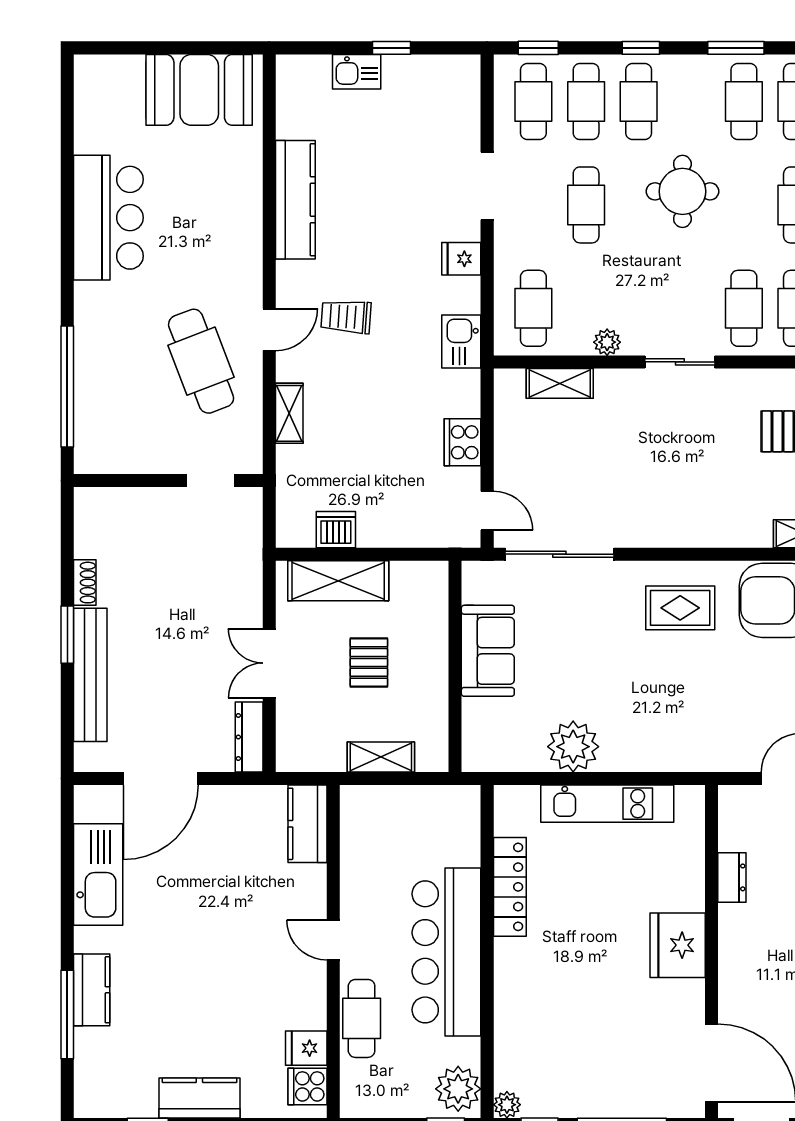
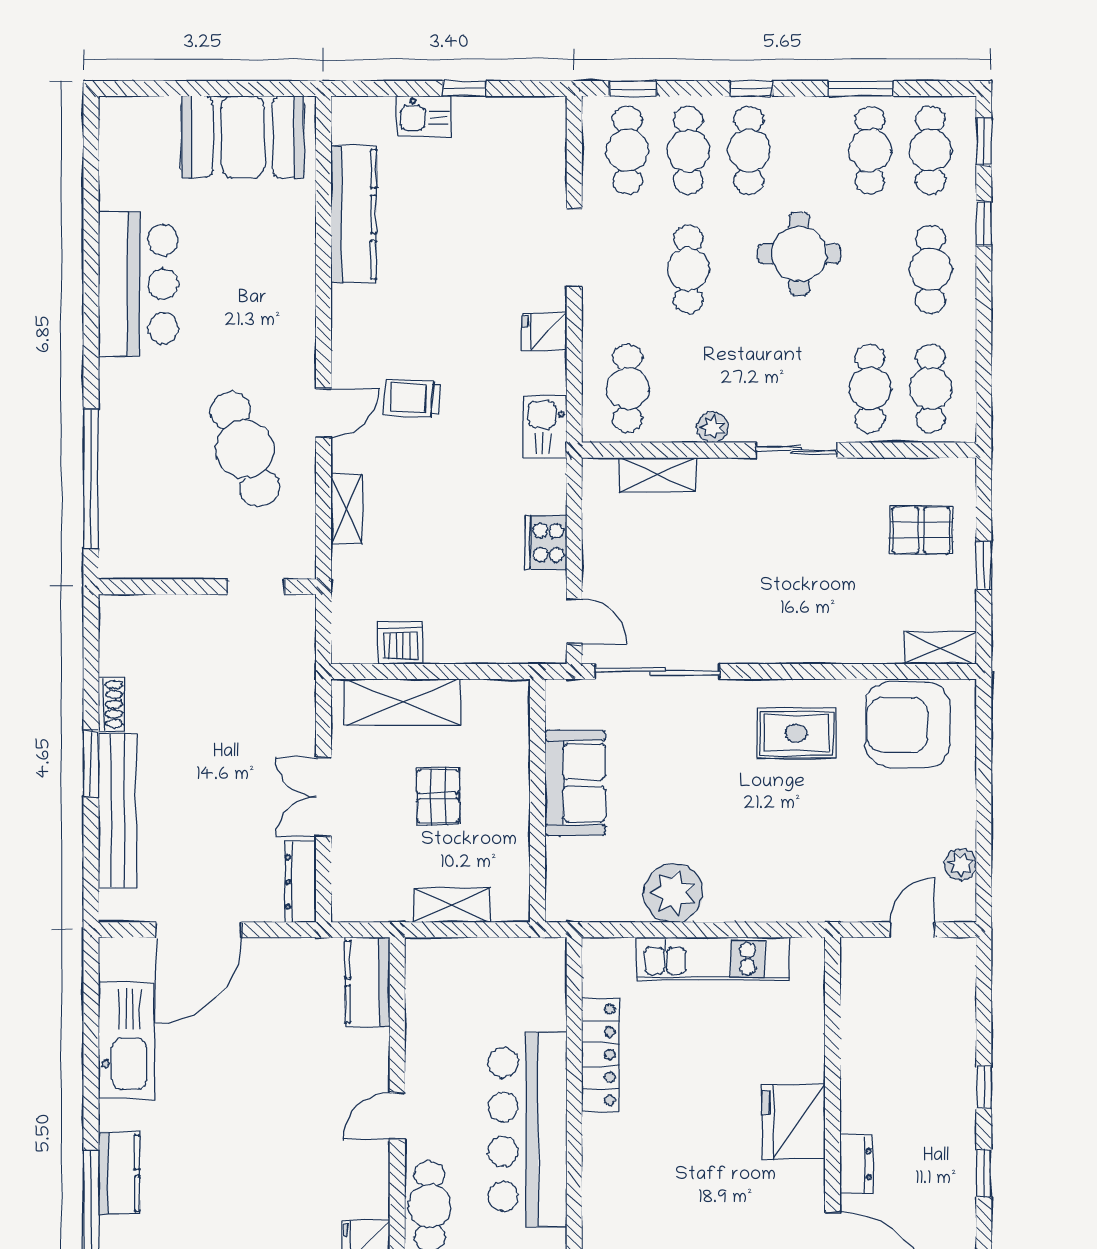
kitchen counter: (295, 200) -> (354, 214), moved
dresser: (732, 877) -> (856, 1164), moved
door: (333, 940) -> (397, 1116), hinge flipped

